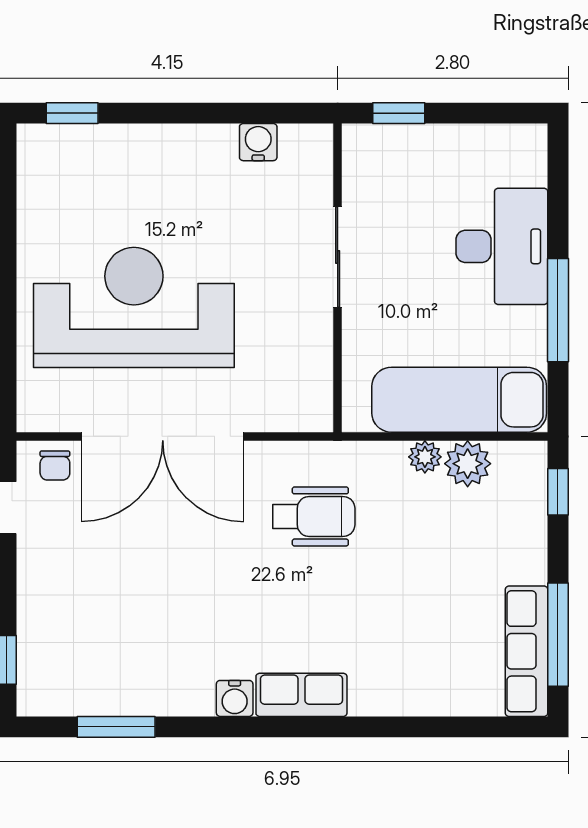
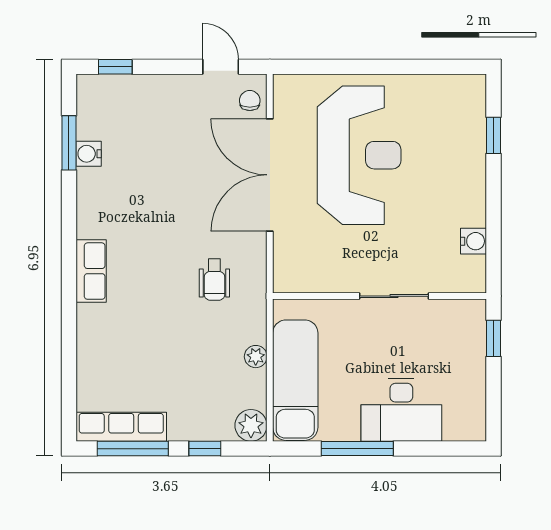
window: (72, 113) -> (494, 135), moved
plant: (468, 464) -> (251, 425), moved
chair: (55, 465) -> (250, 101), turned 90
window: (558, 492) -> (205, 449), moved
wheelchair: (314, 516) -> (214, 280), width x0.73, depth x0.73
water cooler: (235, 698) -> (89, 154), moved

